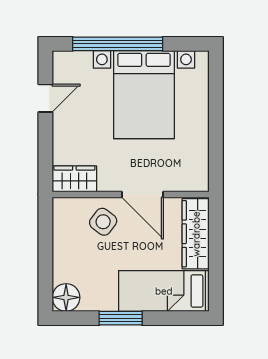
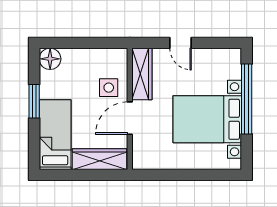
door: (45, 98) -> (181, 43), moved
wardrobe: (74, 179) -> (142, 74), width x1.50
side table: (103, 222) -> (109, 88), turned -37

